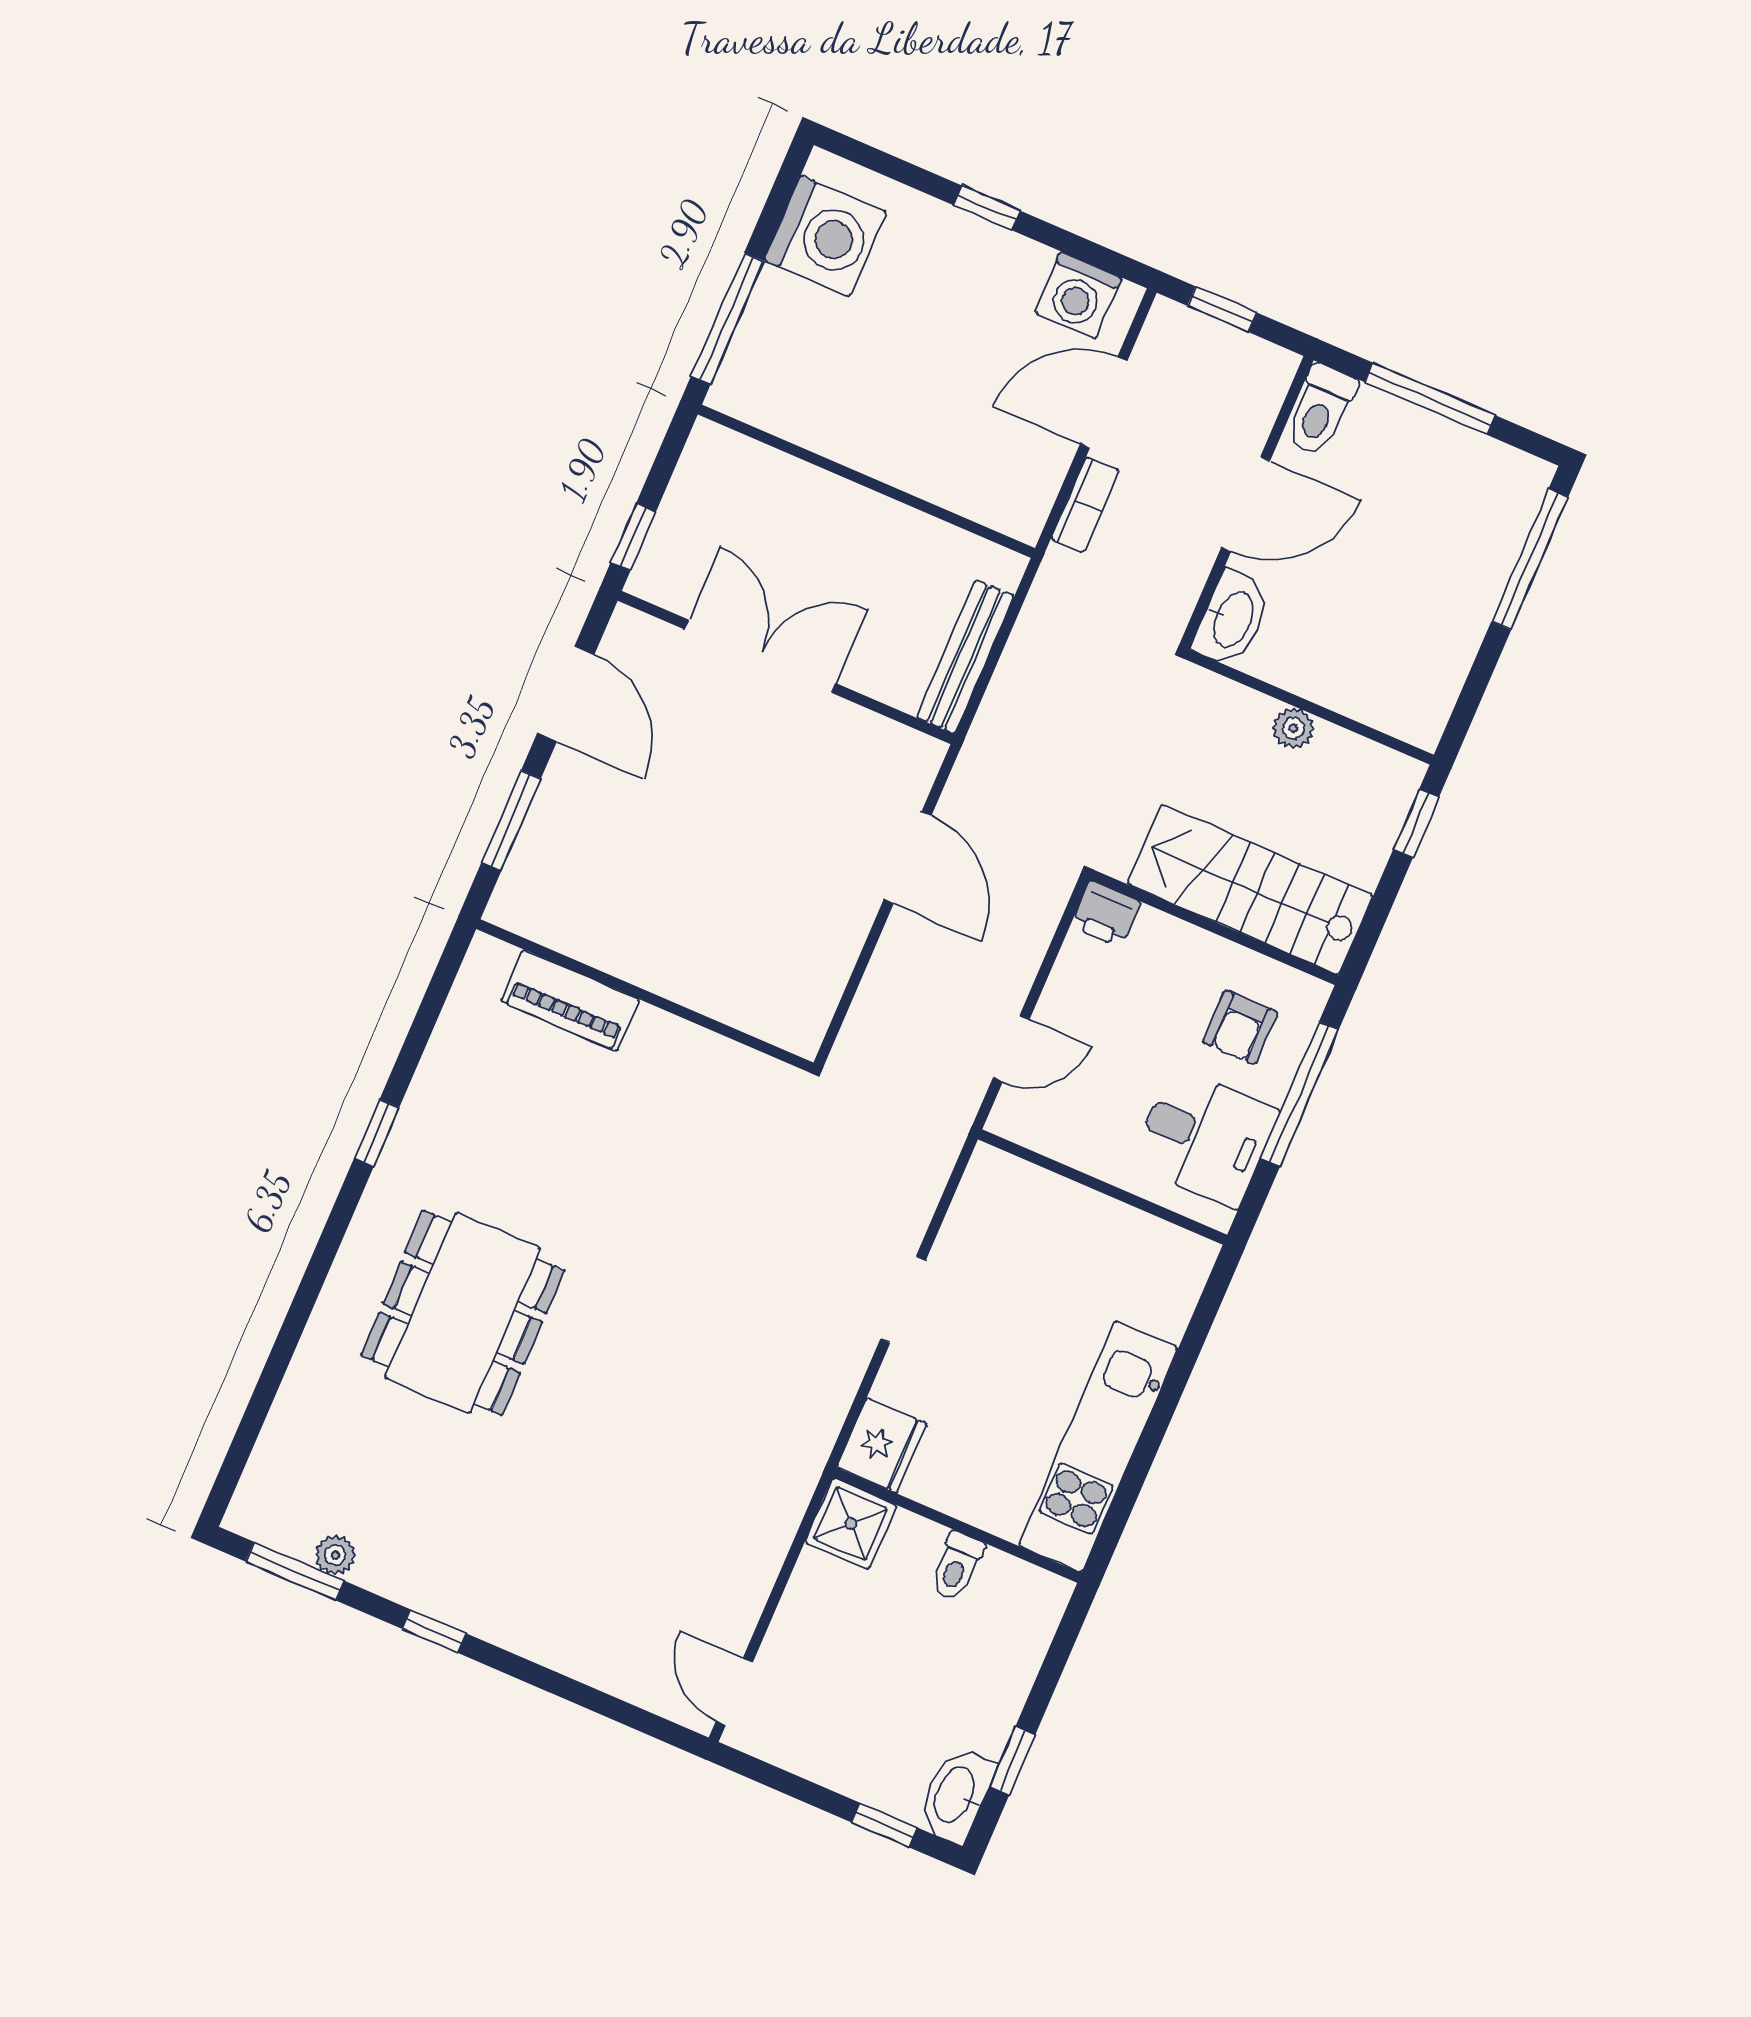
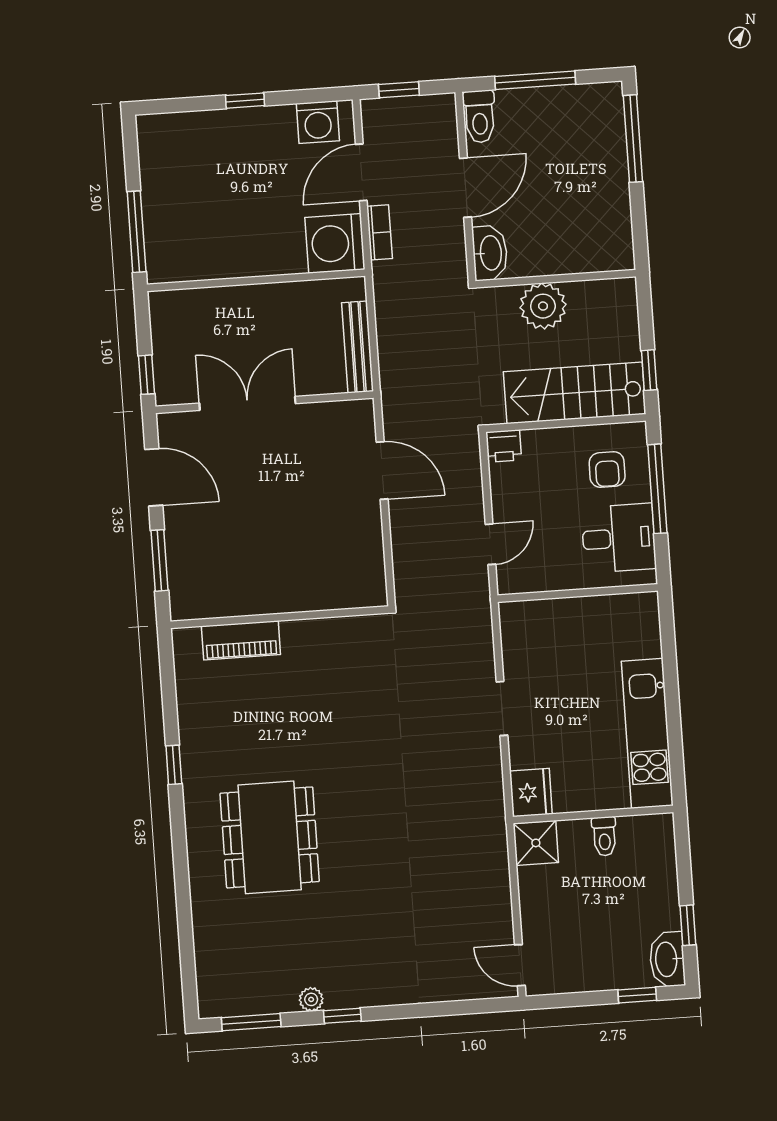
washing machine: (825, 236) -> (335, 243), moved, turned 180
plant: (1293, 728) -> (543, 306), width x1.87, depth x1.87
window: (1416, 823) -> (649, 370), moved
plant: (335, 1555) -> (311, 999), moved

